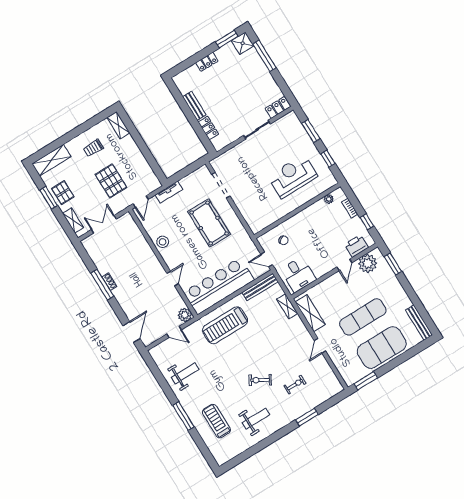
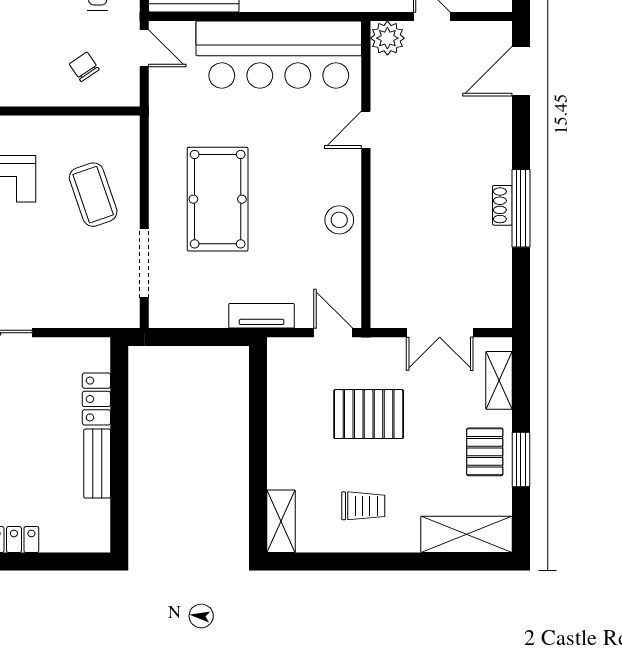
pallet: (111, 181) -> (369, 414), turned 90
coffee table: (253, 198) -> (93, 195), added
door: (141, 202) -> (333, 333), hinge flipped

